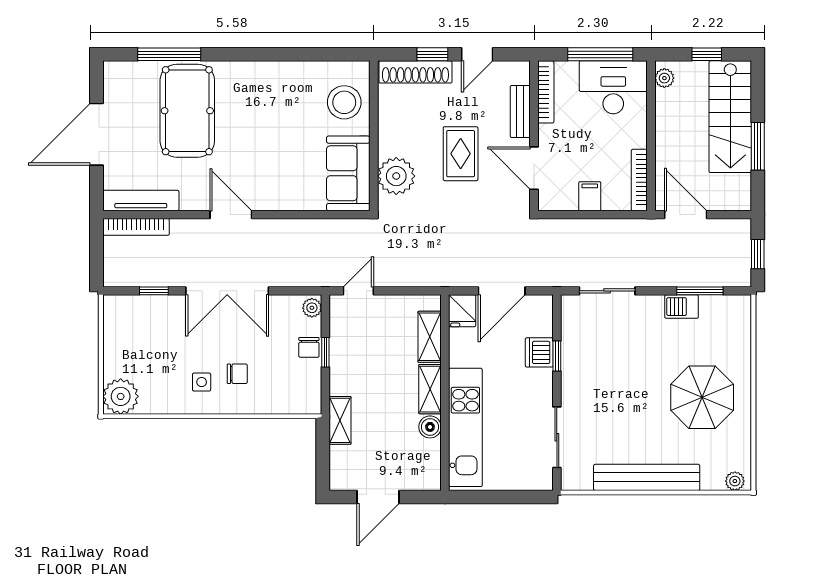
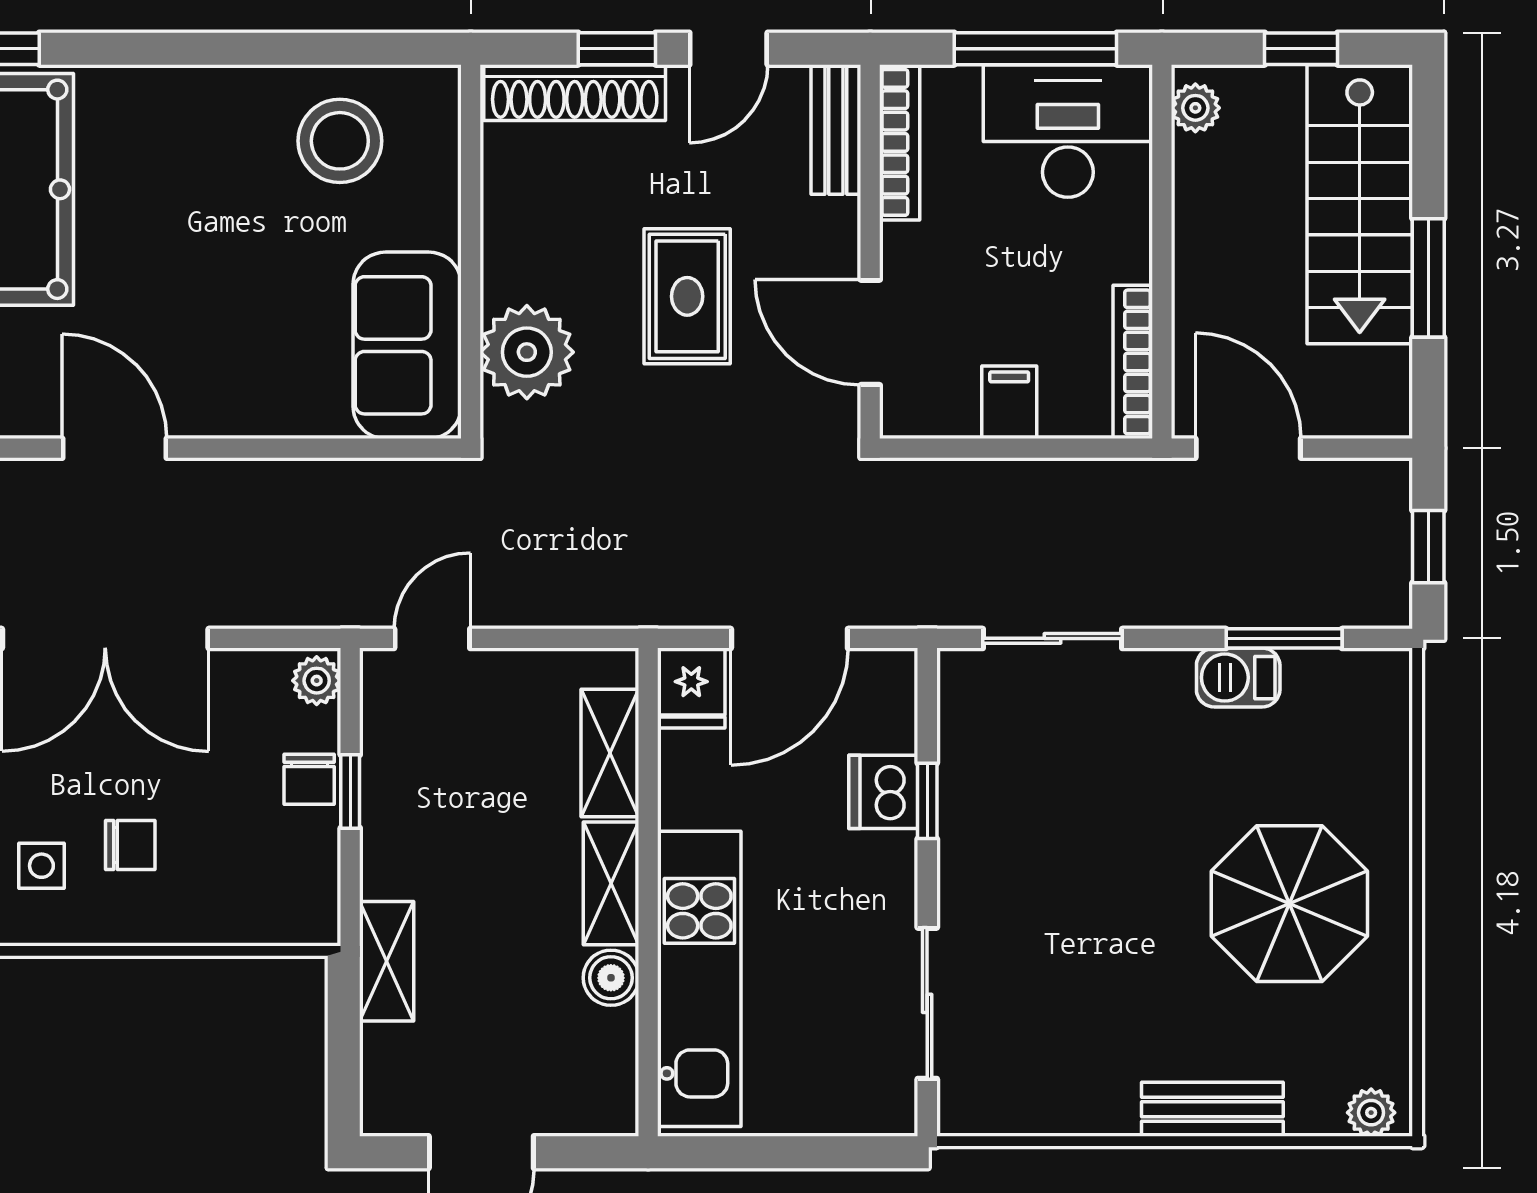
stool: (344, 102) -> (340, 141), moved
bench: (520, 112) -> (836, 129), moved
bench: (647, 477) -> (1212, 1109), width x0.54, depth x0.82

